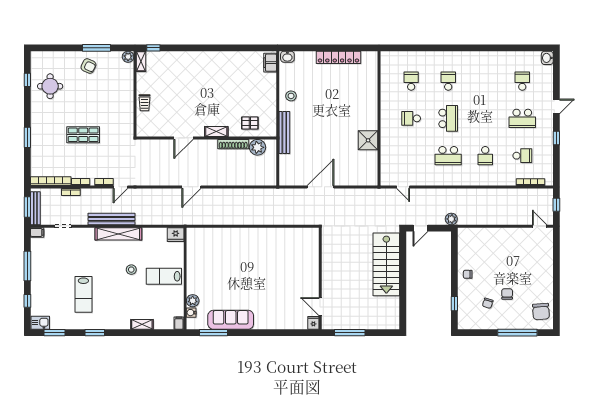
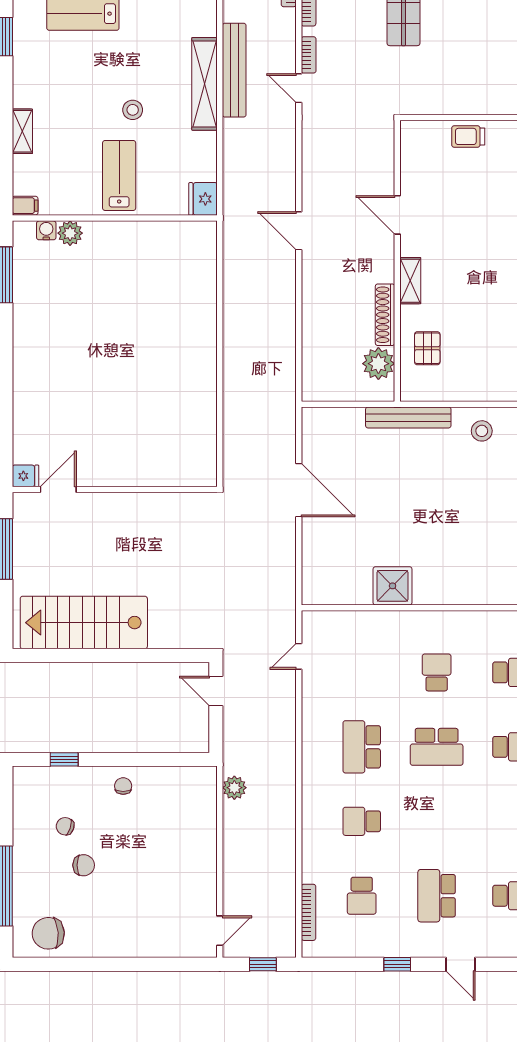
plant: (451, 219) -> (234, 788), moved
stairs: (386, 264) -> (84, 623), moved
sofa: (231, 320) -> (32, 310), removed

